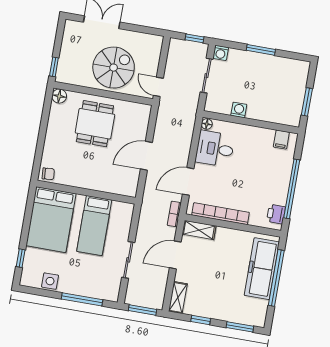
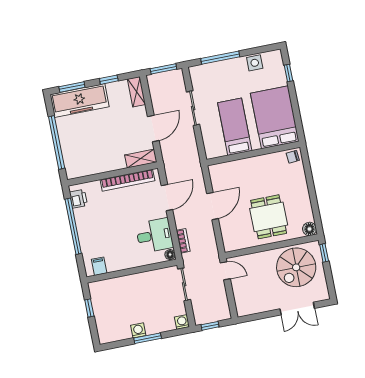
spiral stairs: (114, 68) -> (296, 267), moved
sliding door: (207, 76) -> (184, 284), moved
window: (307, 102) -> (89, 308), width x0.67
washing machine: (239, 110) -> (138, 330), moved, turned 180
bookcase: (174, 214) -> (183, 241), moved
freezer: (262, 269) -> (80, 101), moved, turned 90

